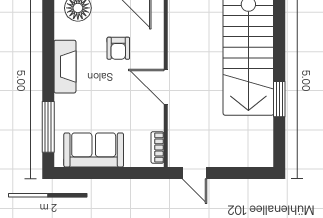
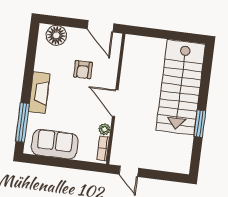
fireplace: (65, 67) -> (39, 93), moved
plant: (156, 122) -> (104, 129), added

